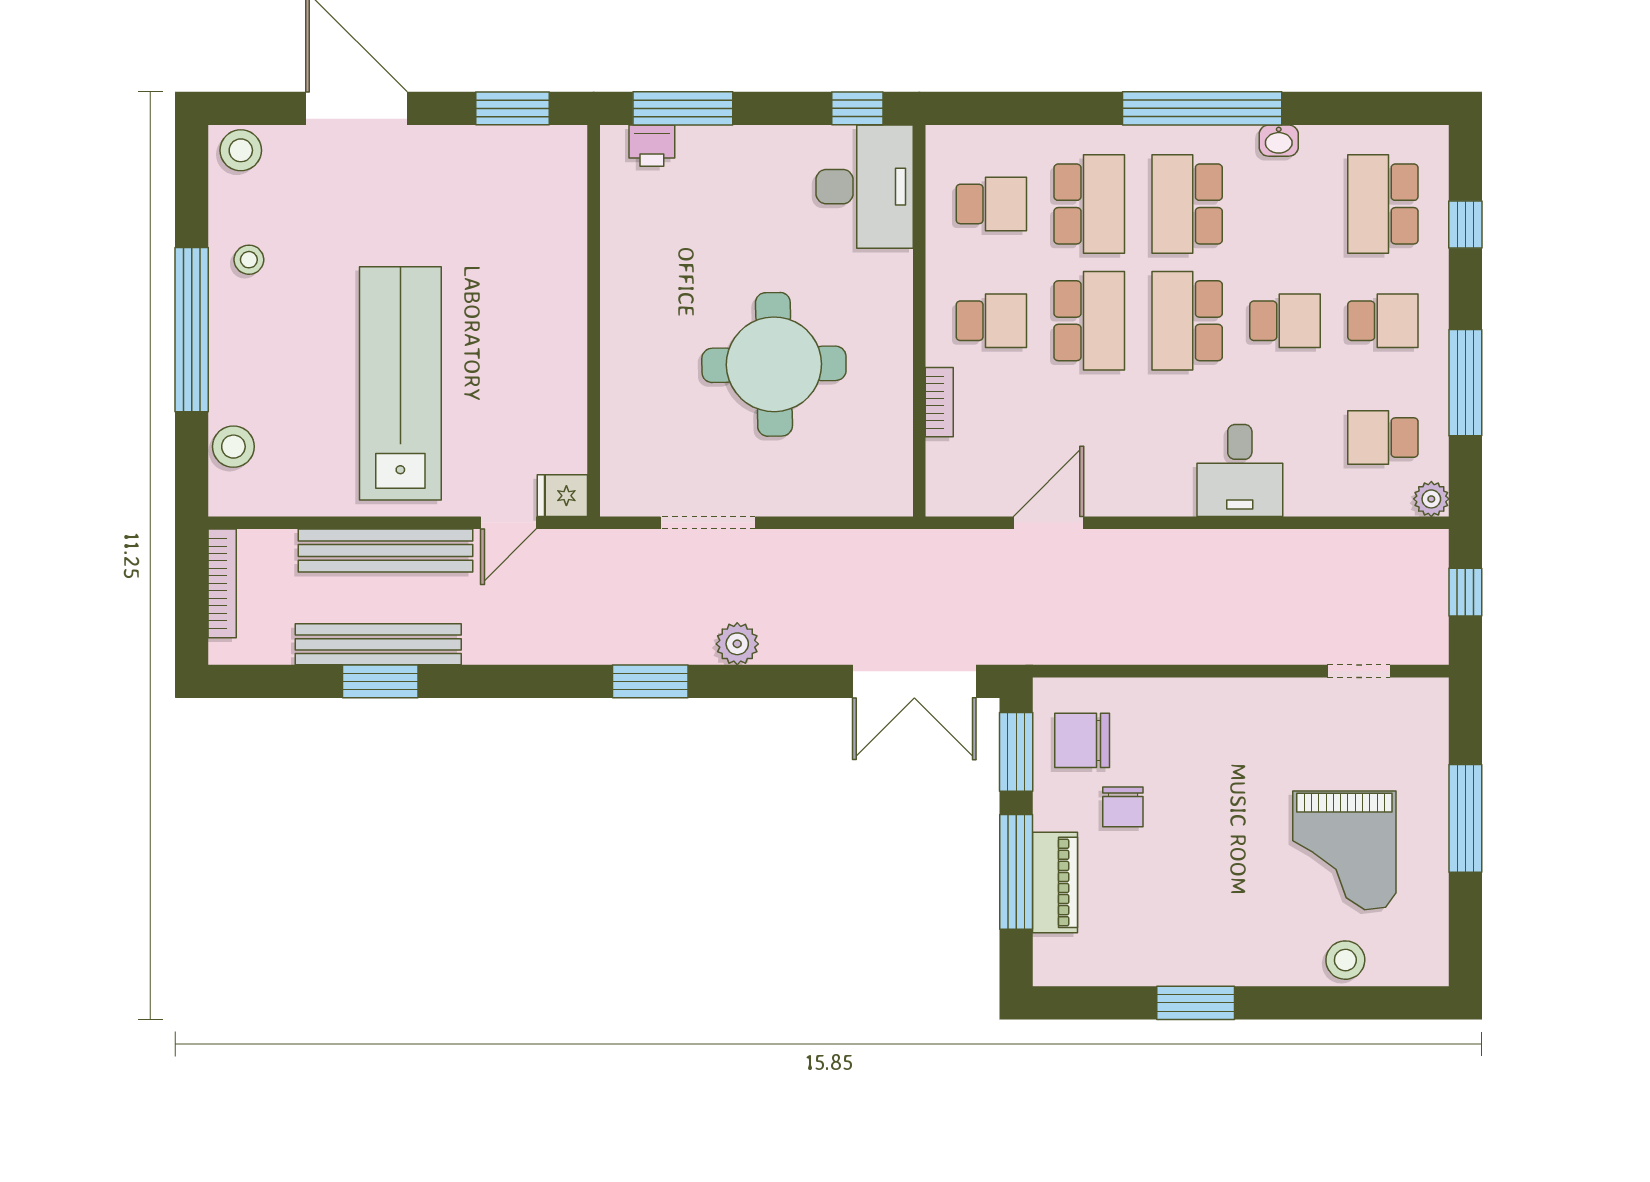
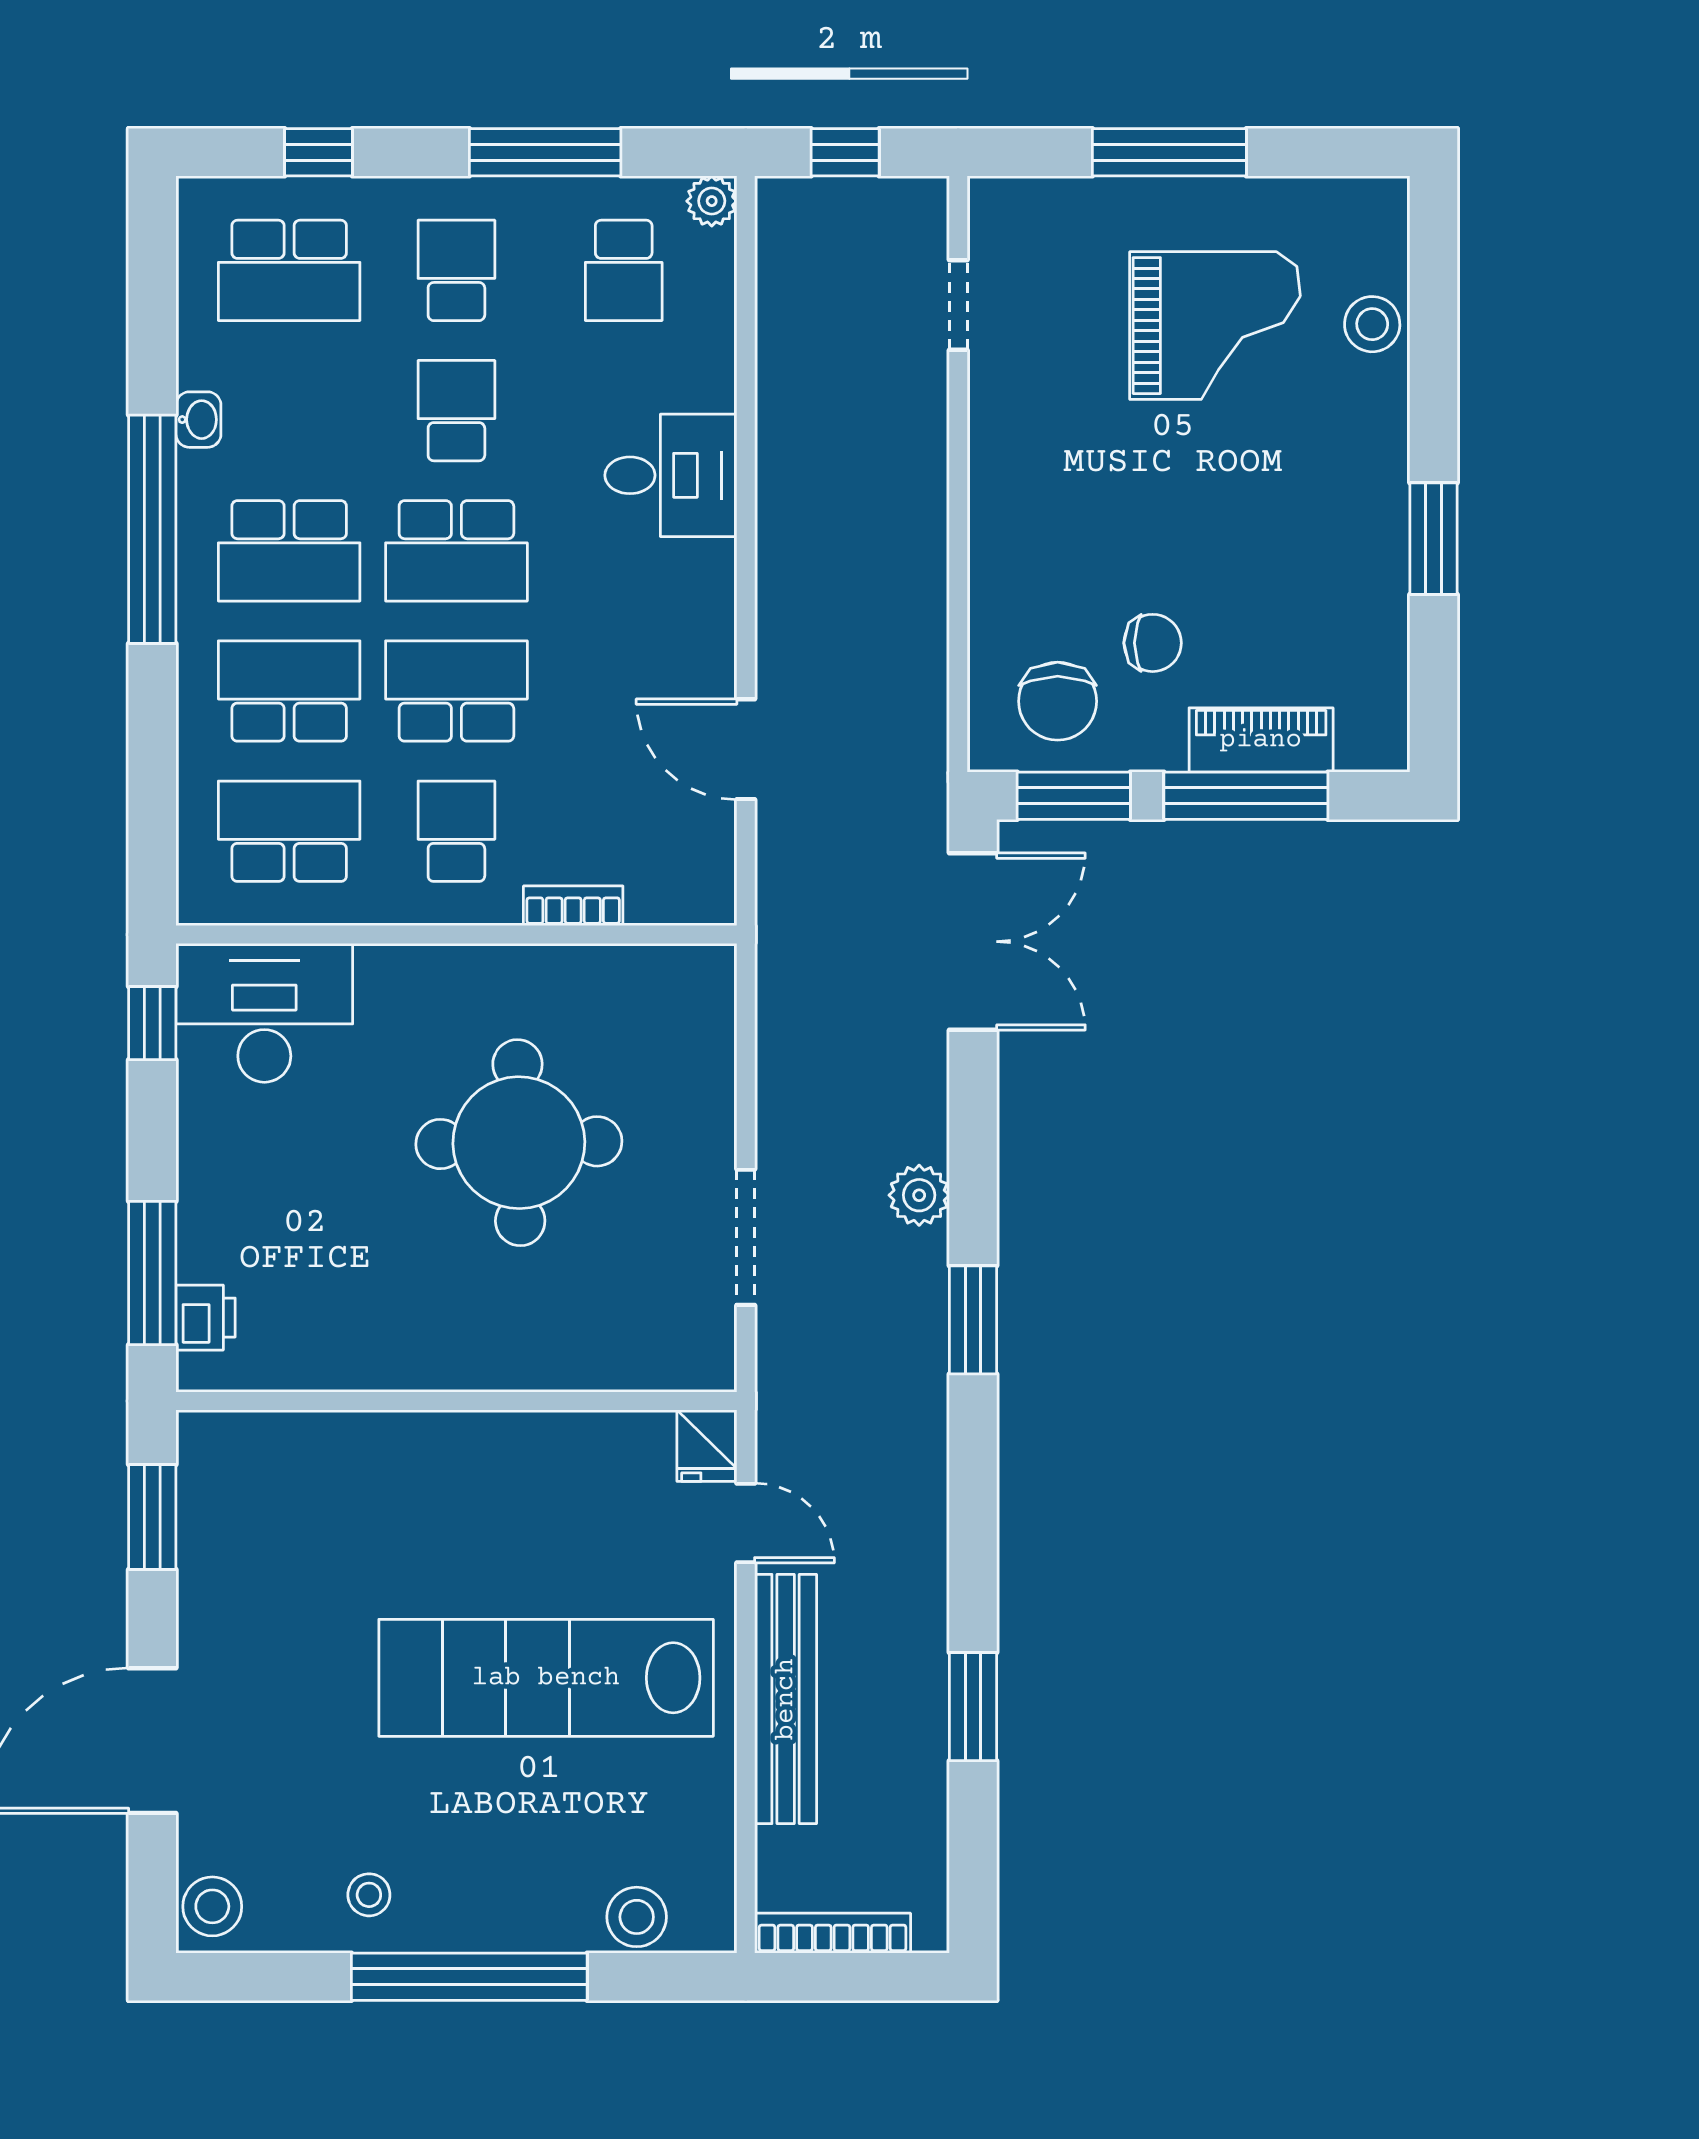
school desk: (991, 204) -> (289, 831), width x1.85
bench: (378, 644) -> (920, 1710), removed

